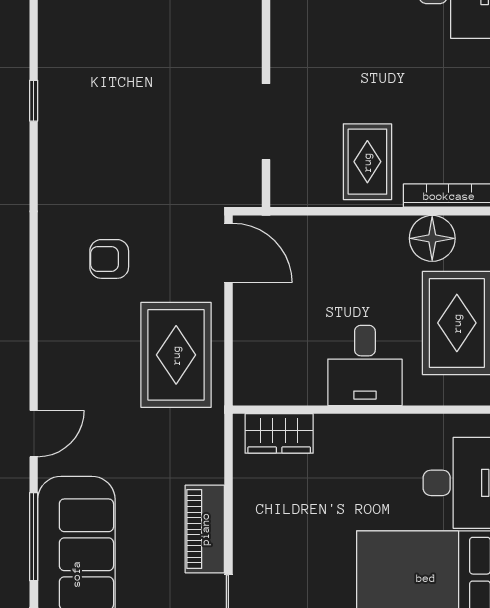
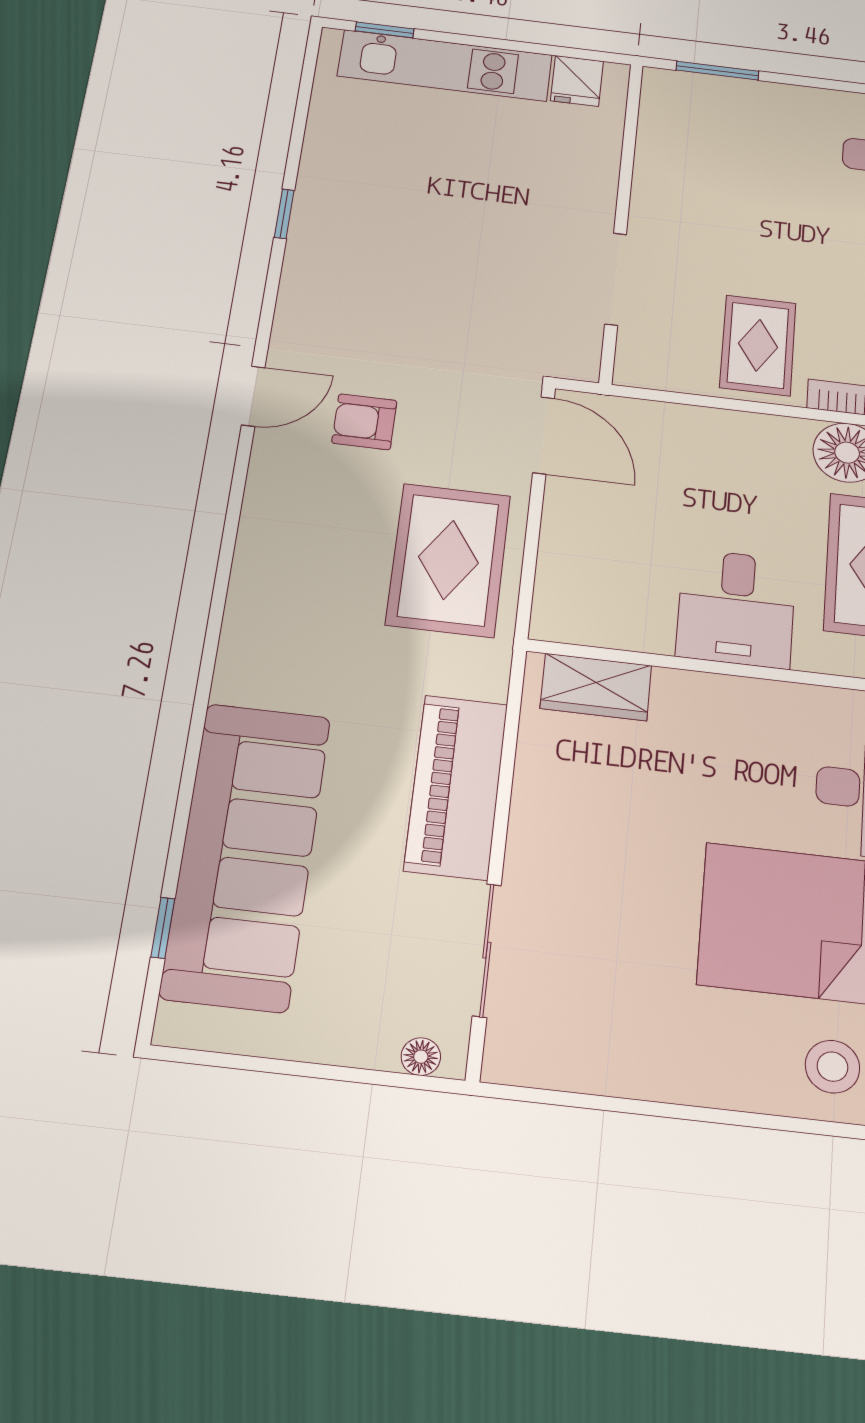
door: (34, 434) -> (253, 396), moved
piano: (205, 529) -> (456, 787), width x1.37, depth x1.33
window: (34, 537) -> (186, 791), removed

